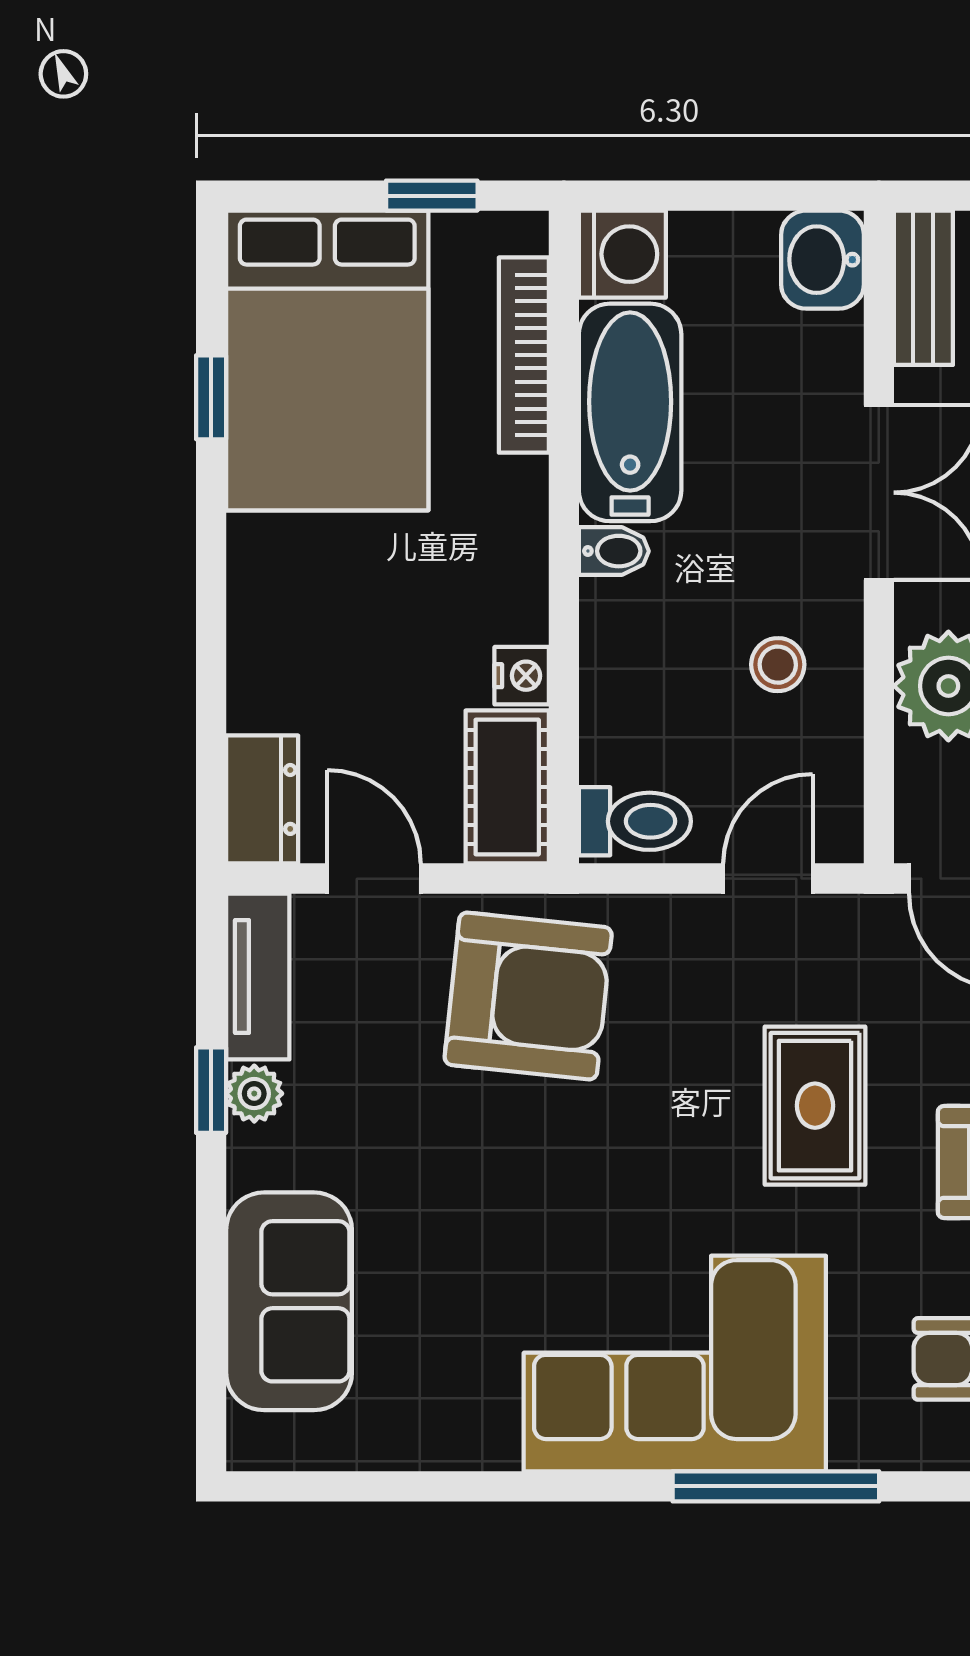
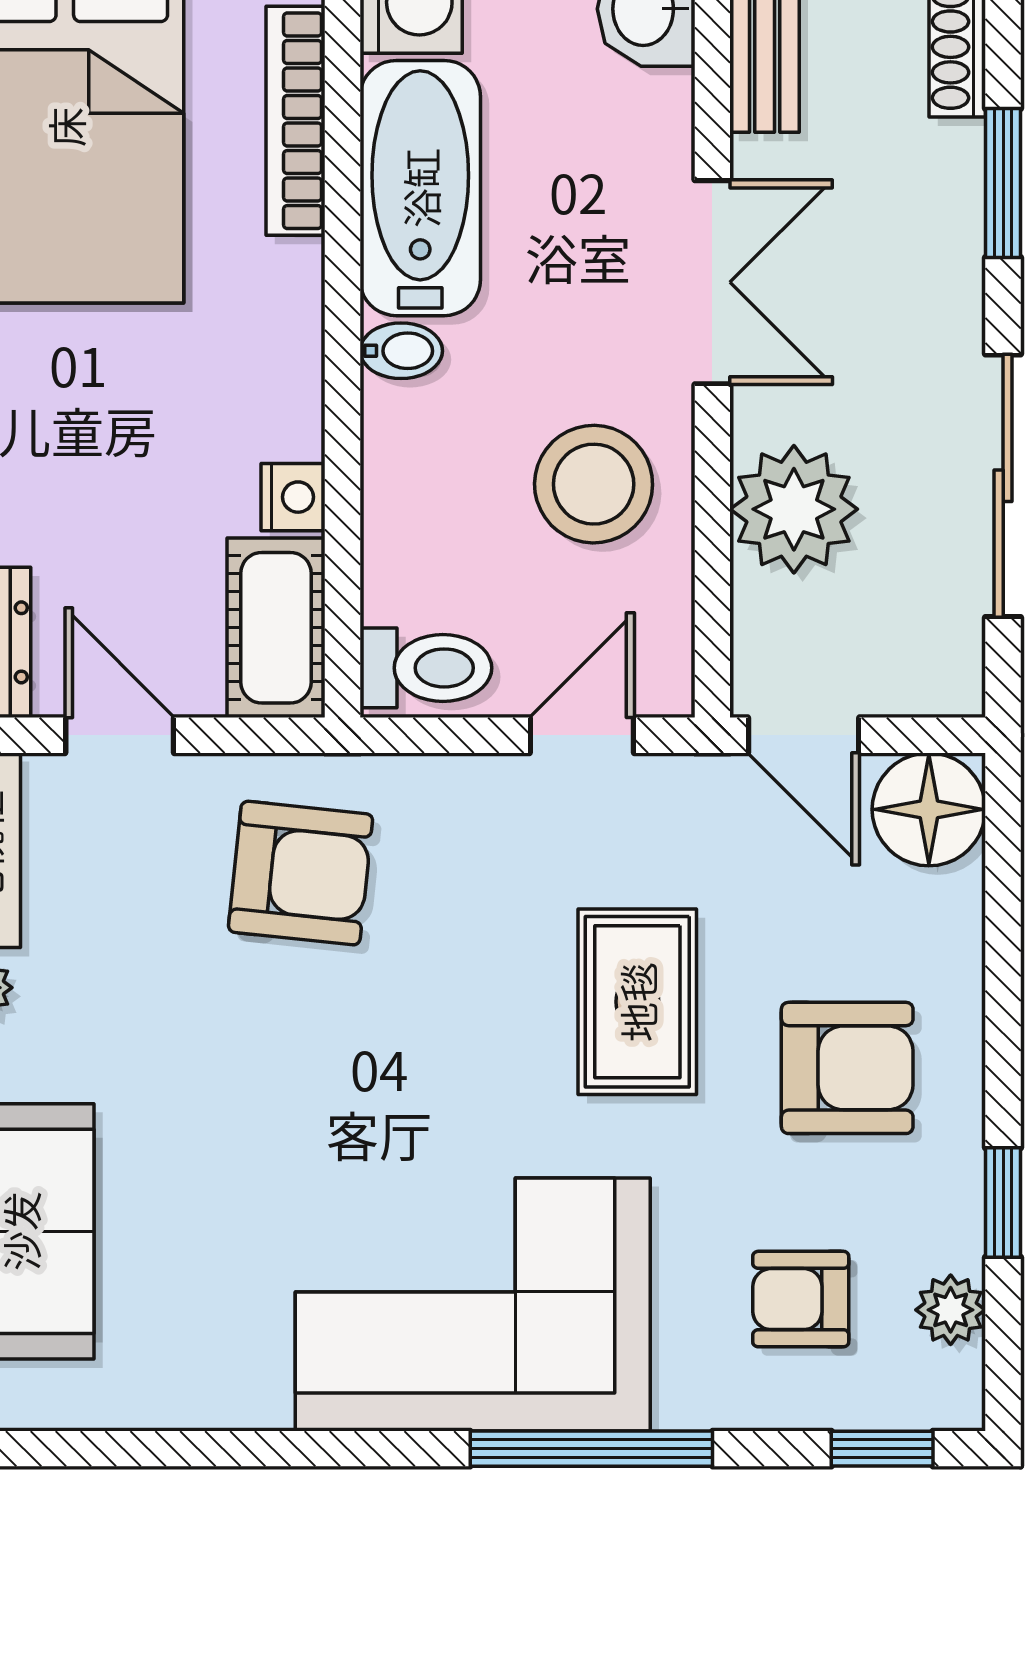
stool: (778, 665) -> (594, 484), width x1.89, depth x1.89
armchair: (528, 996) -> (301, 873), width x0.73, depth x0.73

